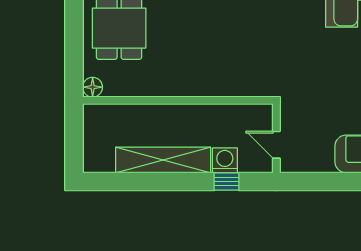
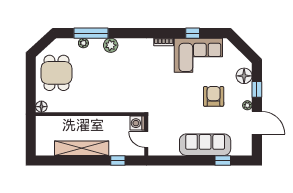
washing machine: (225, 160) -> (137, 123), moved, turned -90

